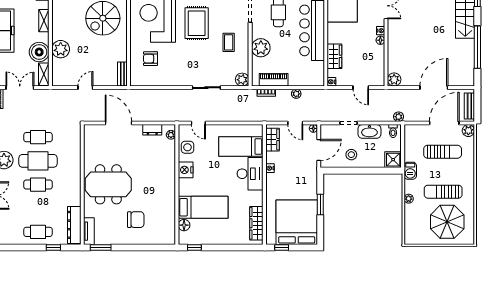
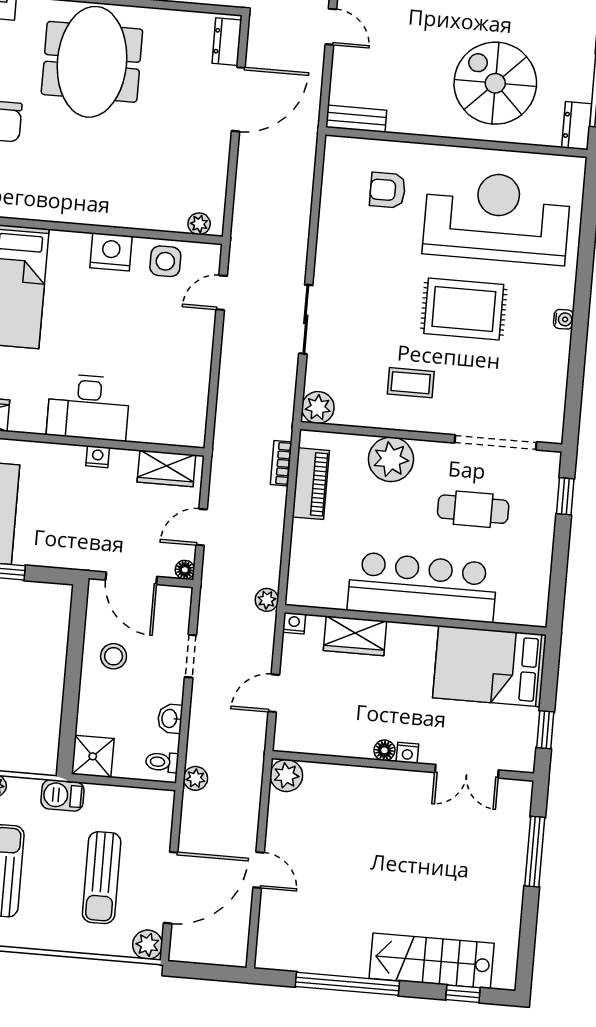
armchair: (151, 59) -> (388, 190), turned -90
door: (434, 88) -> (259, 870), width x0.53
plant: (296, 94) -> (267, 600), moved
bench: (469, 106) -> (207, 952), removed
door: (444, 123) -> (171, 888), hinge flipped
dresser: (152, 130) -> (227, 42), moved
washbasin: (369, 131) -> (170, 719), width x0.52, depth x0.69
bed: (241, 147) -> (156, 391), removed

